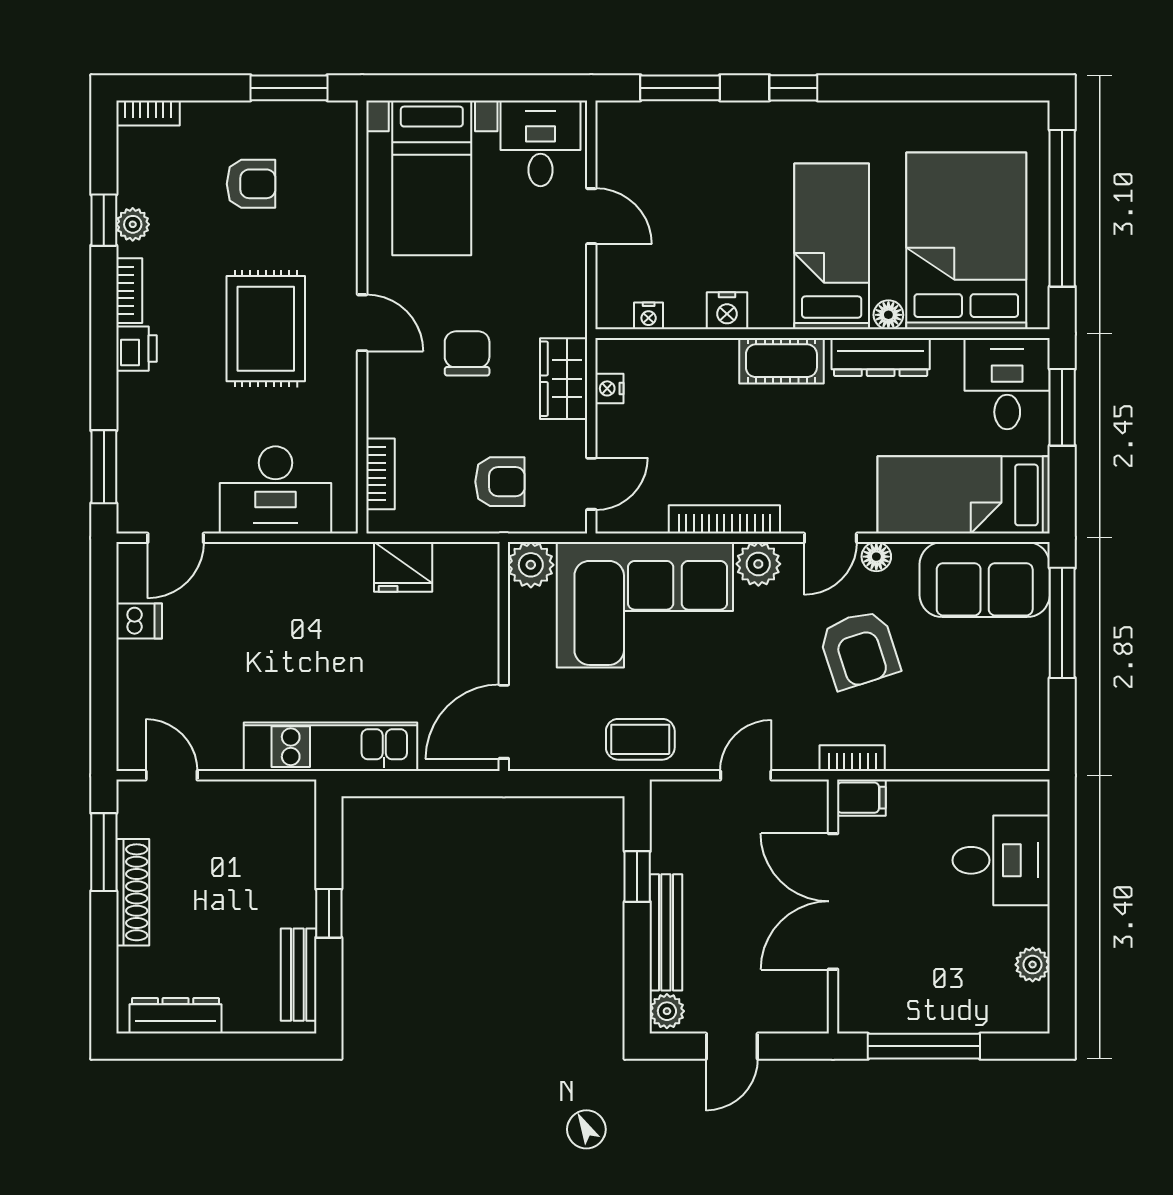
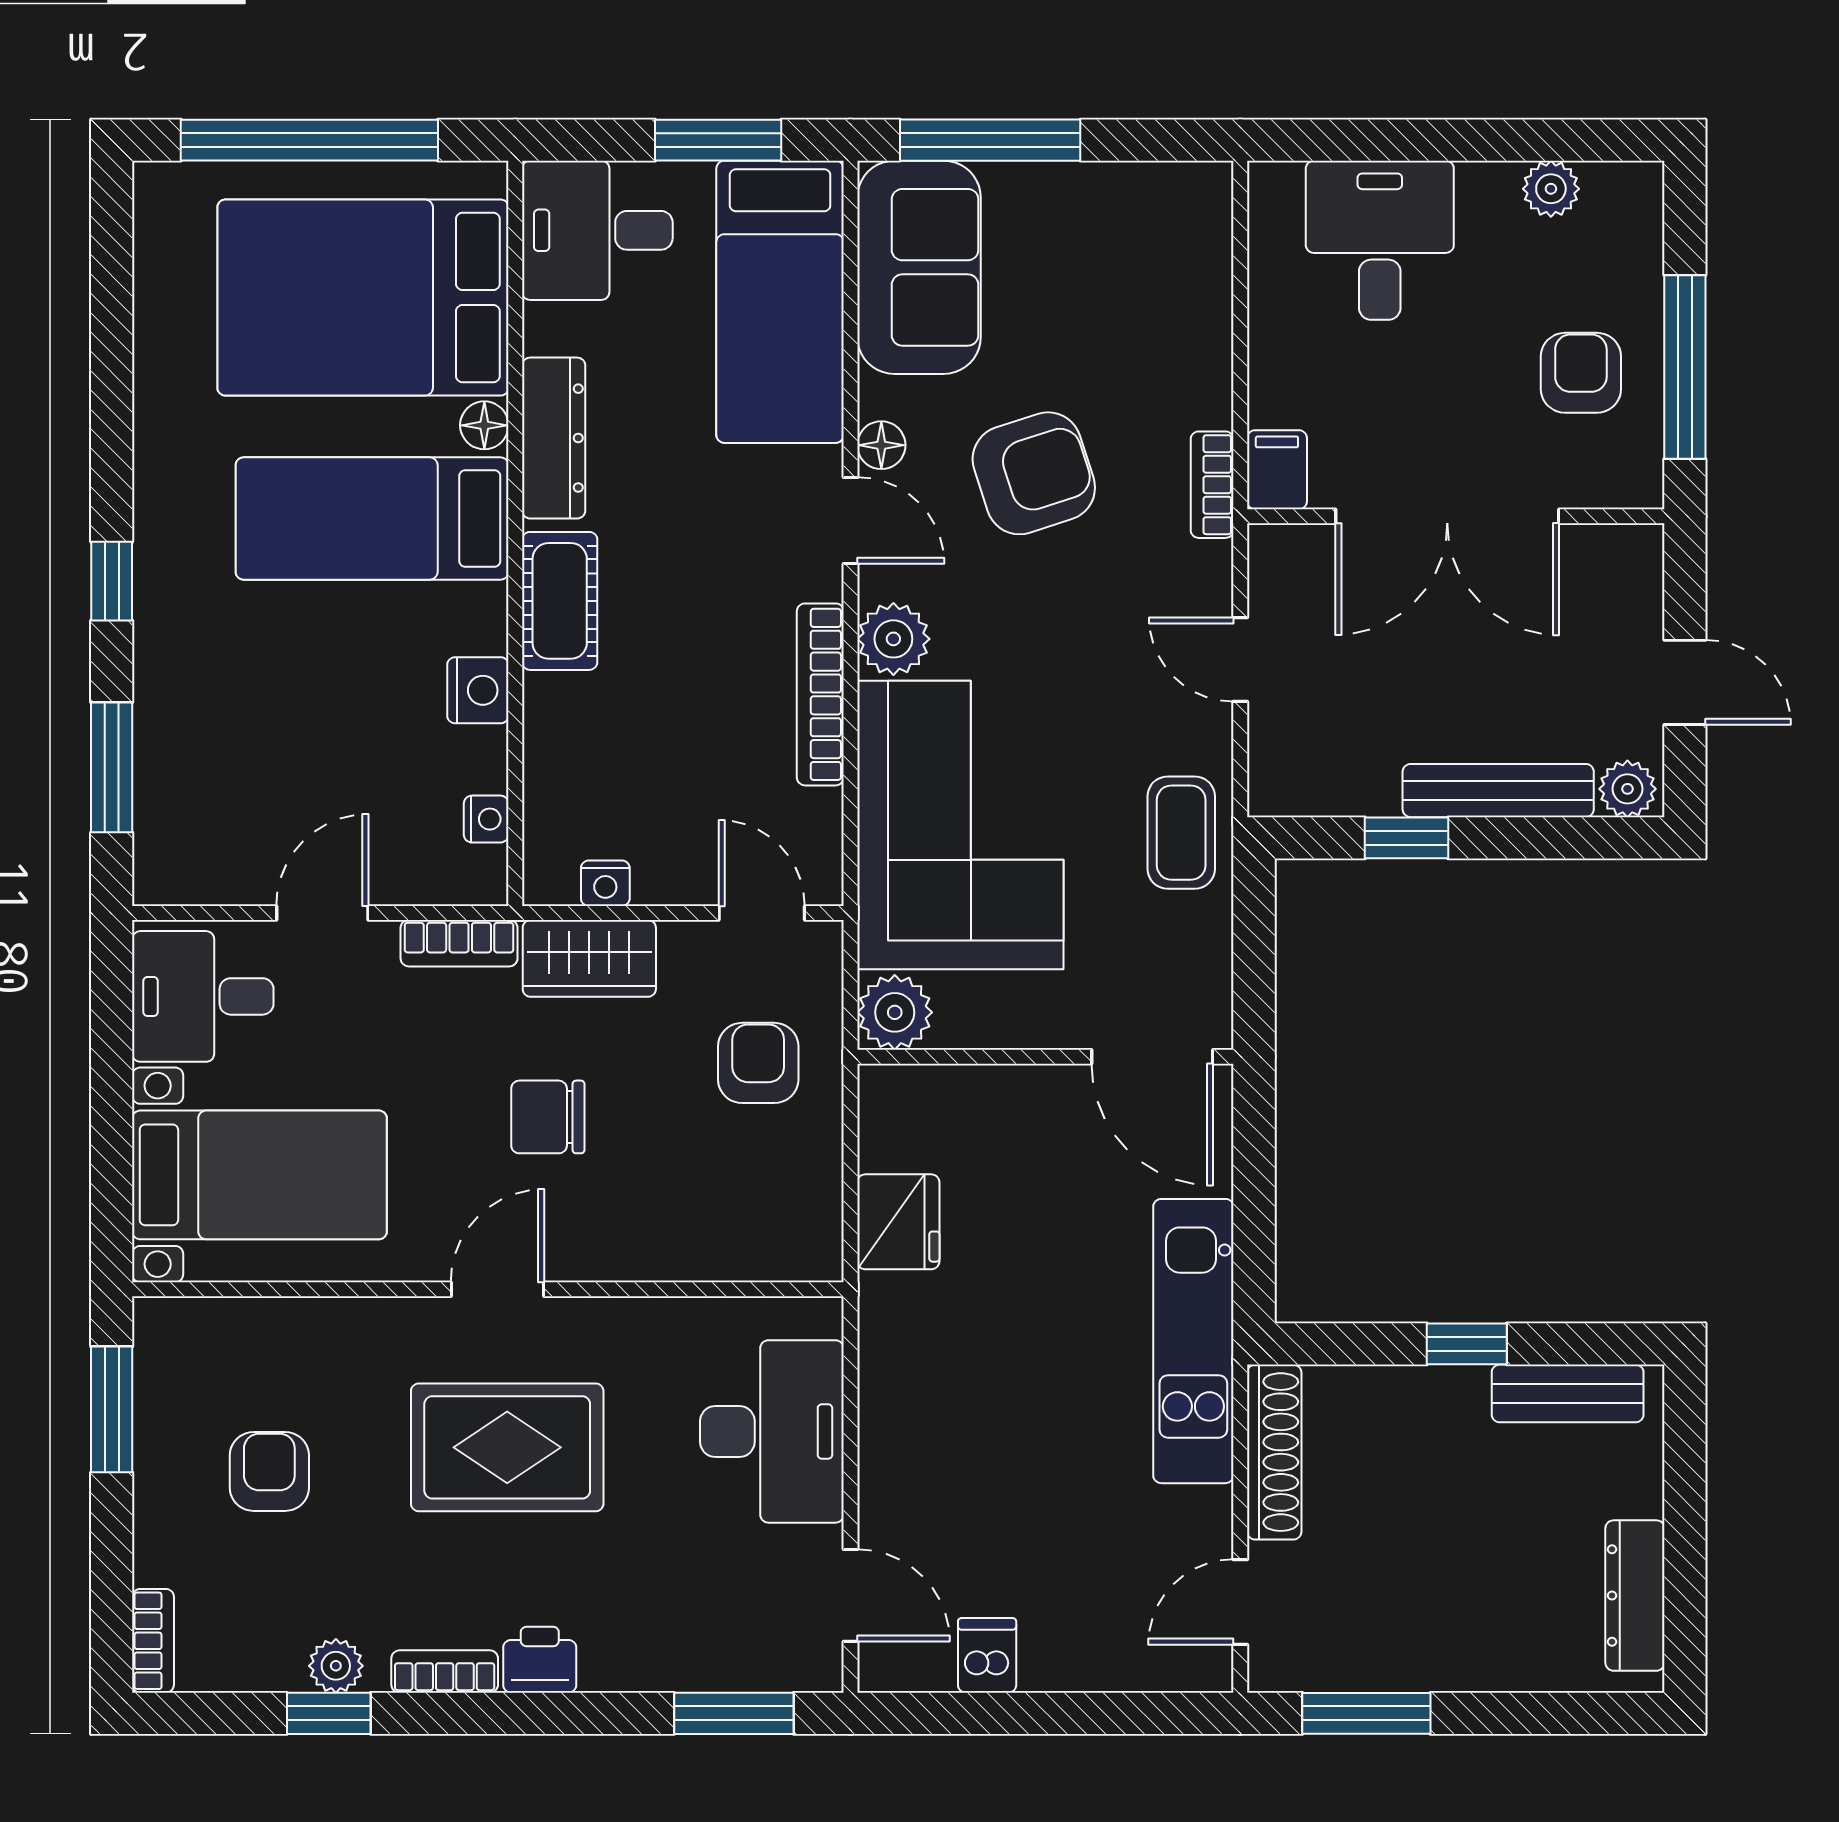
window: (1062, 407) -> (718, 140), moved
bookcase: (380, 474) -> (459, 943), moved, turned 180
shoe rack: (133, 892) -> (1274, 1452), moved, turned 90
armchair: (920, 983) -> (1581, 373), added

